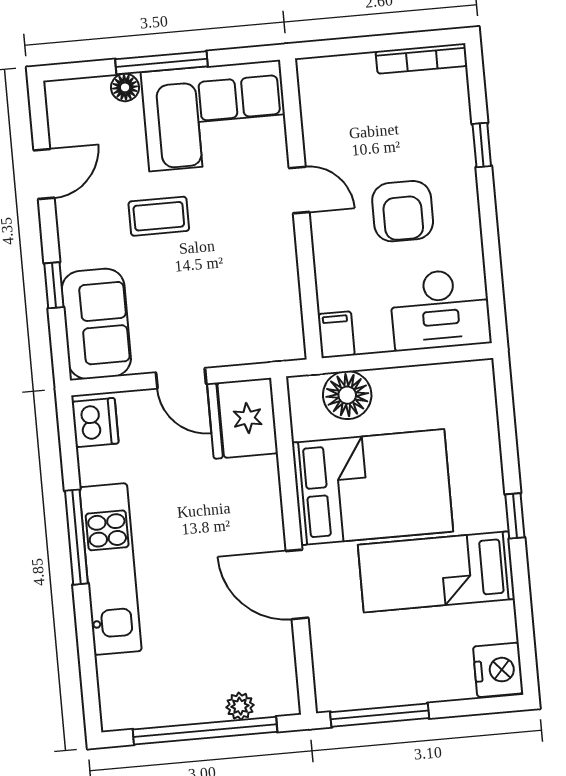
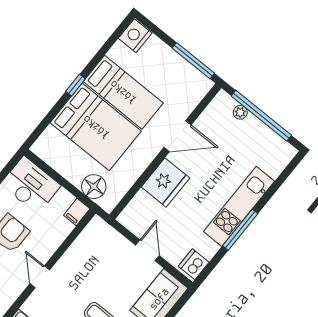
fridge: (242, 418) -> (165, 182), moved
bed: (373, 487) -> (96, 127), moved, turned 180
door: (297, 584) -> (178, 136), hinge flipped

